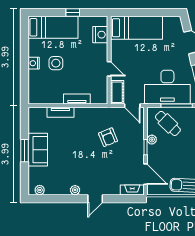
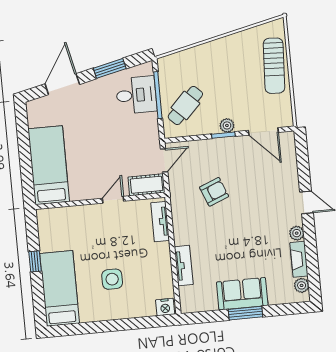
nightstand: (100, 35) -> (64, 218), removed
nightstand: (34, 63) -> (165, 307), moved
desk: (167, 87) -> (136, 95), width x0.53, depth x0.77
tv unit: (77, 99) -> (160, 222), moved
plant: (152, 140) -> (227, 125), moved
door: (146, 174) -> (263, 131), swing flipped
fireplace: (132, 190) -> (299, 259), moved

